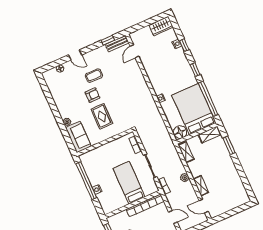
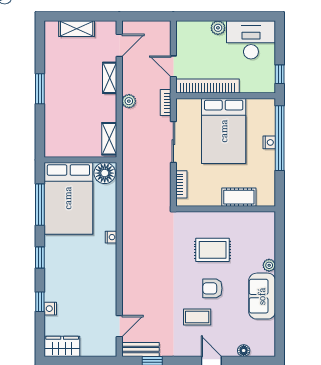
window: (208, 99) -> (40, 205), width x0.68
rug: (102, 116) -> (213, 250), turned 90
shelving: (210, 135) -> (77, 29), moved
sofa: (78, 137) -> (262, 296), moved
window: (229, 145) -> (40, 89), moved
cot: (100, 152) -> (239, 197), added
window: (86, 181) -> (280, 138), moved
bed: (129, 183) -> (224, 131), width x1.50
door: (204, 206) -> (119, 45), hinge flipped
door: (173, 217) -> (173, 66), moved

